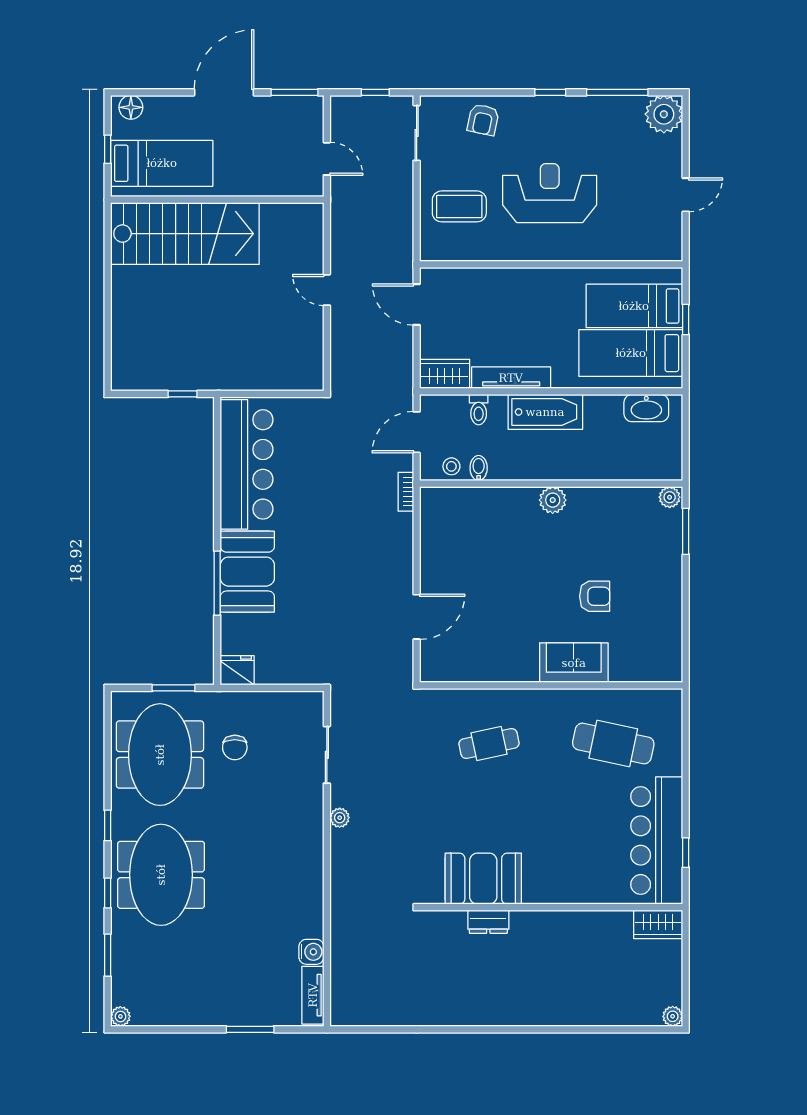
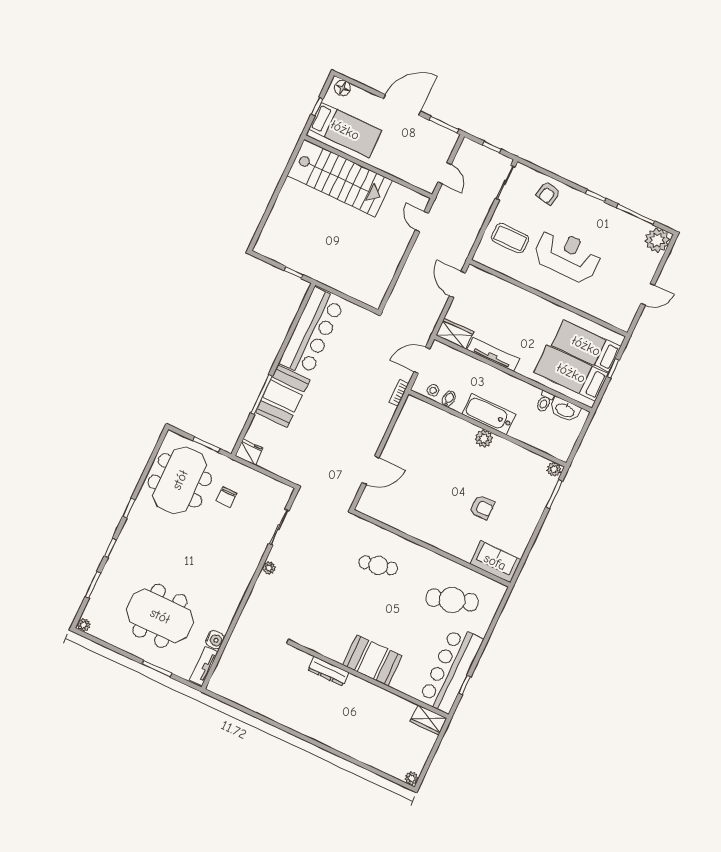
door: (327, 290) -> (422, 222), moved
toilet: (479, 410) -> (545, 402), moved
bathtub: (545, 412) -> (489, 414), moved, turned 180
sofa: (574, 663) -> (495, 562), moved
cafe table: (613, 743) -> (452, 600), turned -30
meeting table: (161, 875) -> (160, 616), moved, turned 90
booth: (483, 879) -> (372, 660), moved
dresser: (488, 922) -> (328, 671), width x1.44

